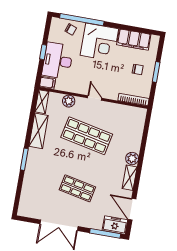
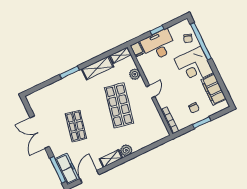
freezer: (115, 225) -> (67, 169), width x1.40

